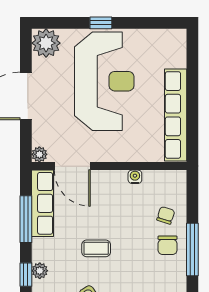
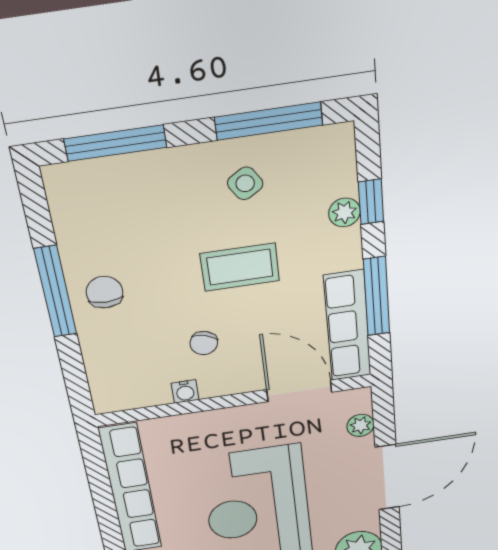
plant: (39, 154) -> (361, 425), moved
chair: (166, 215) -> (204, 343), moved
coffee table: (96, 248) -> (240, 267), width x1.36, depth x1.30

